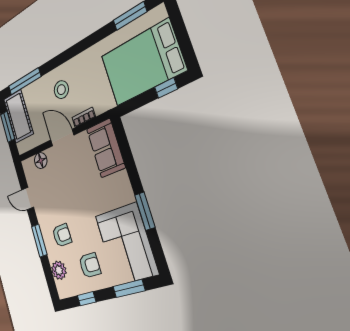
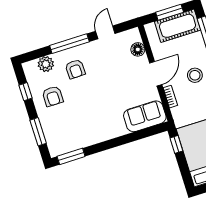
window: (166, 88) -> (176, 144), moved
window: (145, 211) -> (71, 156), moved
window: (39, 241) -> (69, 44), width x1.44
corner sofa: (126, 244) -> (71, 131), removed

